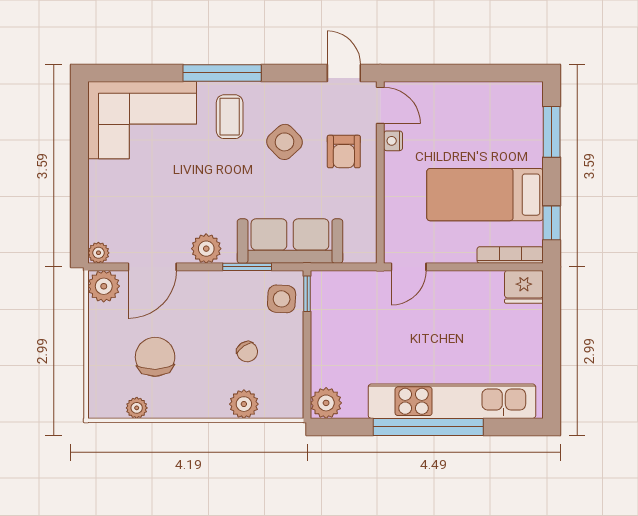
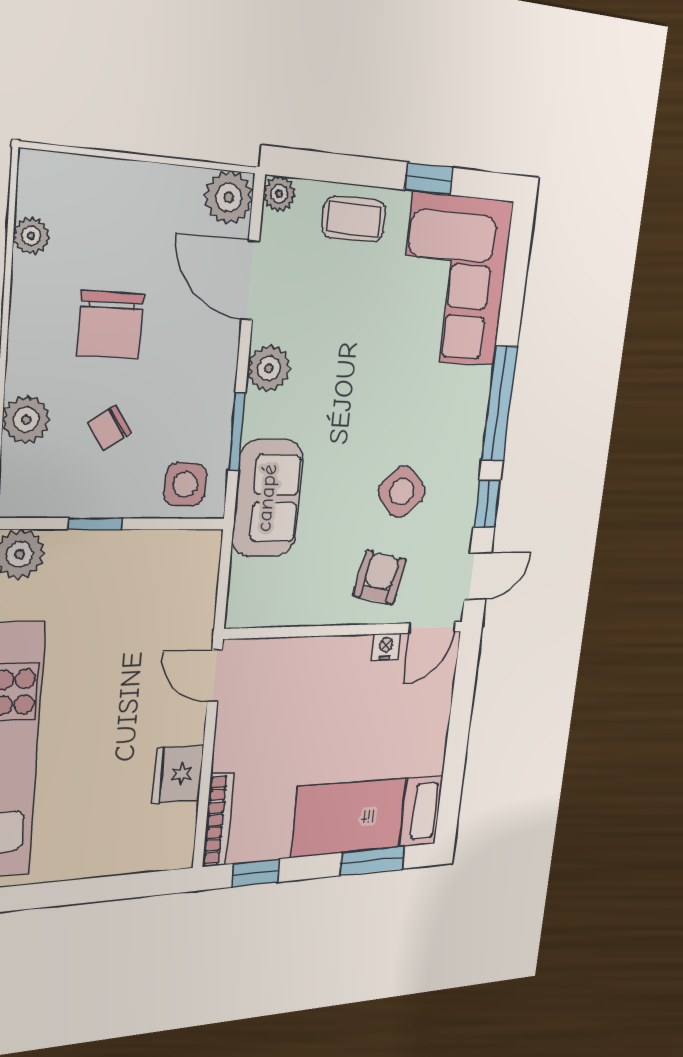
window: (292, 73) -> (487, 504), added
coffee table: (230, 117) -> (354, 219), moved
window: (79, 148) -> (429, 179), added
armchair: (344, 152) -> (380, 577), turned 102
bed: (485, 195) -> (368, 816), moved, turned -90
sofa: (290, 241) -> (267, 498), width x0.73
fridge: (524, 287) -> (178, 774), moved
window: (307, 294) -> (95, 524), moved
chair: (155, 357) -> (110, 325), moved, turned 92

